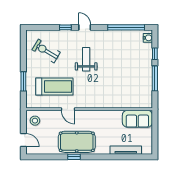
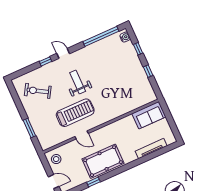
window: (155, 78) -> (148, 71), width x0.46
treadmill: (54, 86) -> (75, 113), moved
window: (74, 157) -> (93, 182), moved

